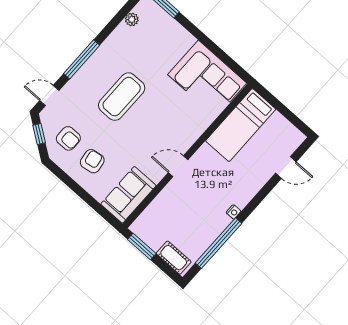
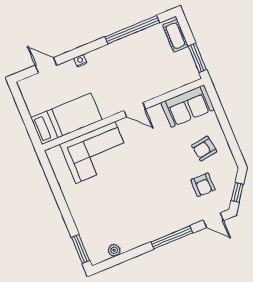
corner sofa: (207, 79) -> (95, 152), moved, turned 90
coffee table: (122, 97) -> (154, 190), removed
armchair: (68, 138) -> (203, 185), moved, turned 180
nightstand: (234, 212) -> (80, 61), moved

